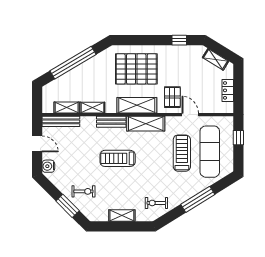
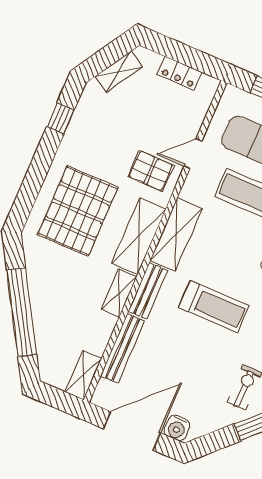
shelving: (67, 107) -> (83, 375), moved
shelving: (92, 108) -> (119, 293), moved
bench: (61, 121) -> (123, 348), moved
door: (37, 144) -> (132, 431), width x1.88
treadmill: (118, 158) -> (214, 307), turned -90

